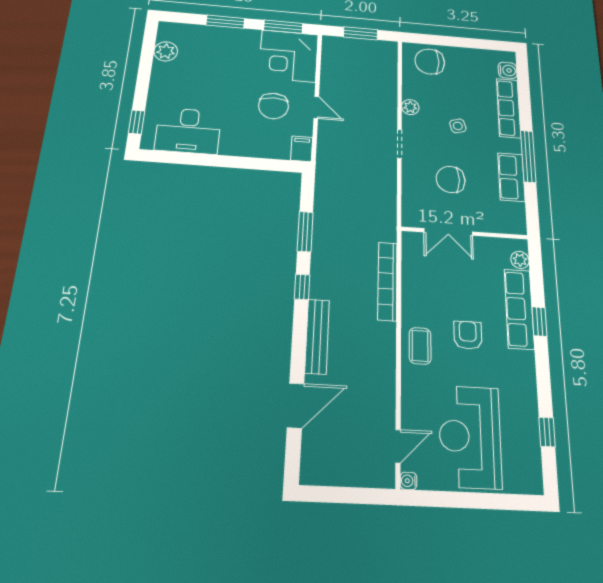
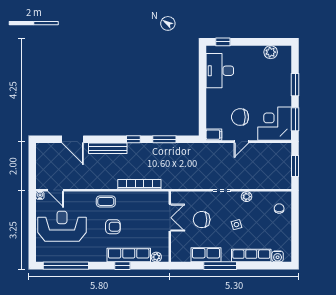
chair: (430, 62) -> (279, 208), width x0.54, depth x0.54
chair: (451, 179) -> (202, 220), turned -90
double door: (448, 232) -> (170, 218), swing flipped
window: (547, 432) -> (66, 266), width x3.17

